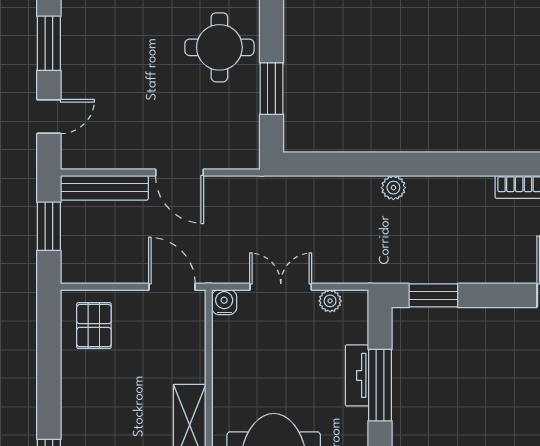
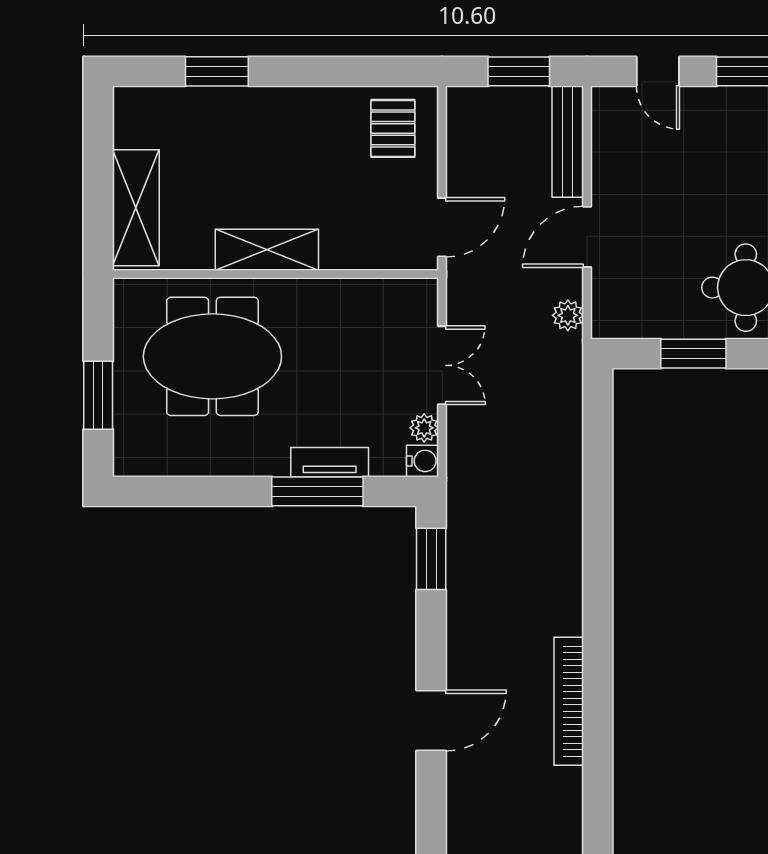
plant: (393, 188) -> (568, 315), moved
water cooler: (224, 302) -> (423, 461), moved
pallet: (94, 326) -> (393, 128), turned 90

